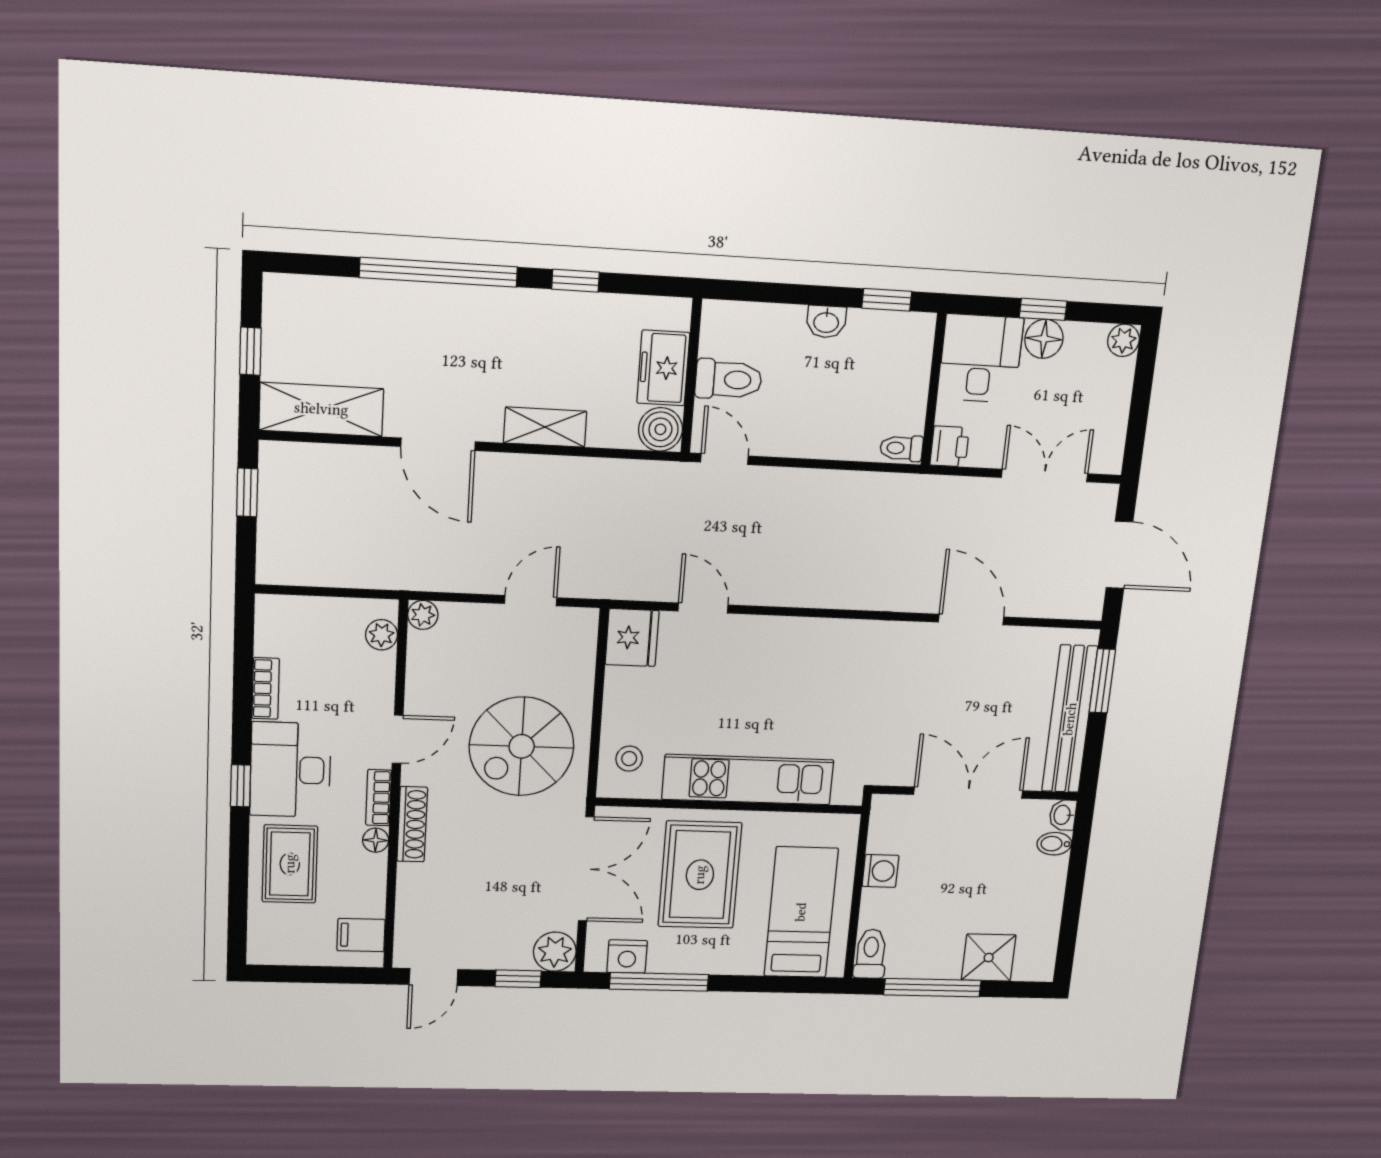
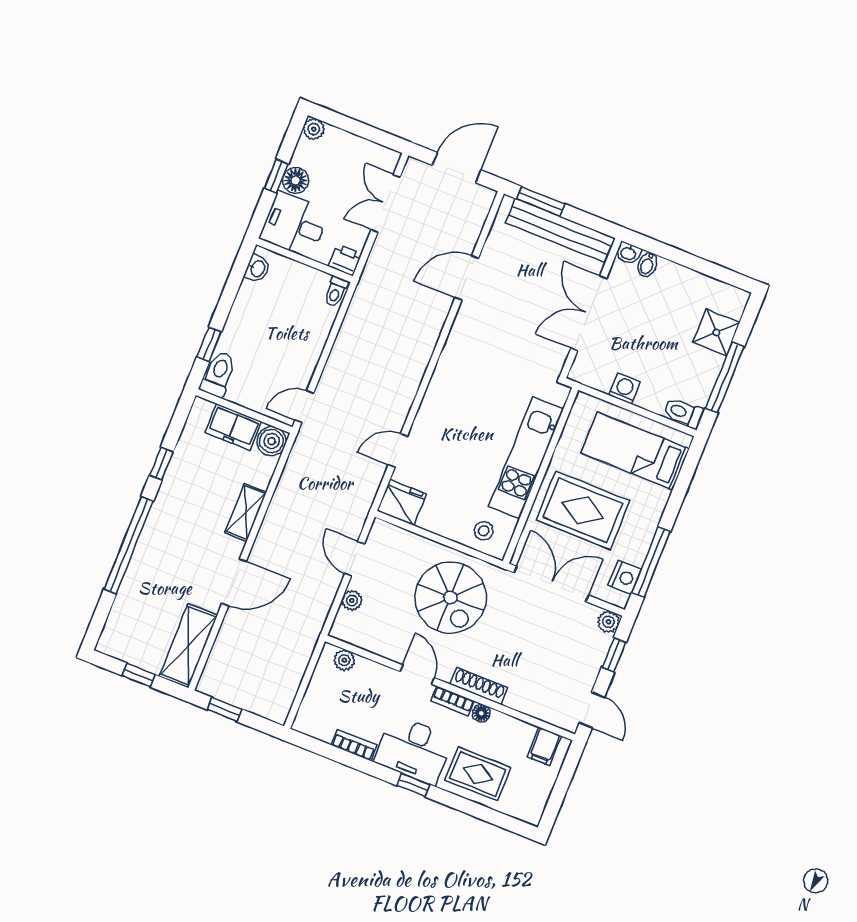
window: (887, 300) -> (209, 344), moved
washbasin: (826, 322) -> (257, 269), moved
toilet: (729, 379) -> (218, 374), moved
plant: (423, 615) -> (352, 600), moved
plant: (555, 952) -> (608, 622), width x0.73, depth x0.73

